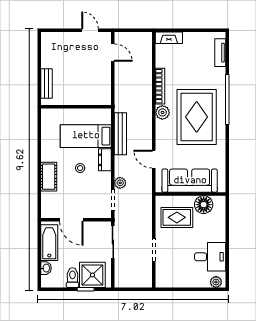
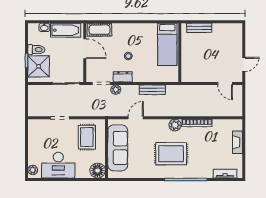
fireplace: (169, 38) -> (238, 142), moved
door: (113, 53) -> (225, 83), hinge flipped
rug: (197, 117) -> (171, 154), width x0.73, depth x0.69
bench: (120, 134) -> (152, 90), width x0.73
bed: (86, 136) -> (167, 44), moved, turned 180
dresser: (105, 160) -> (123, 77), moved
cot: (49, 177) -> (99, 30), moved
floor lamp: (204, 205) -> (98, 171), moved
door: (71, 220) -> (85, 49), swing flipped
desk: (210, 257) -> (58, 165), width x1.37

